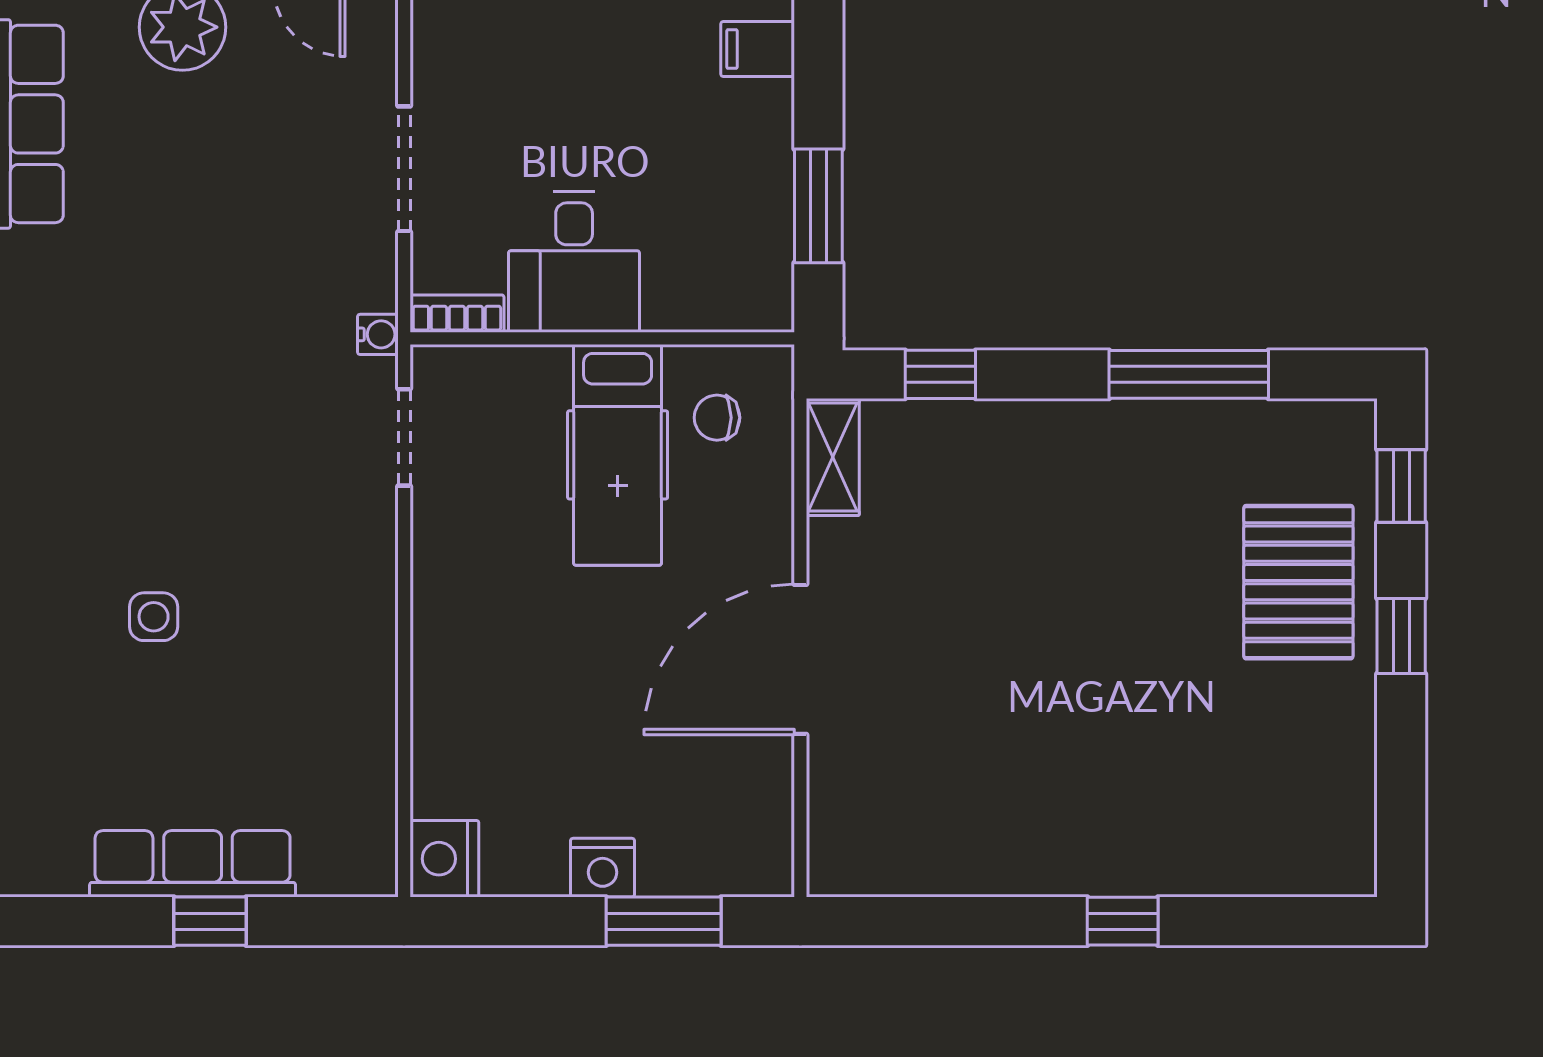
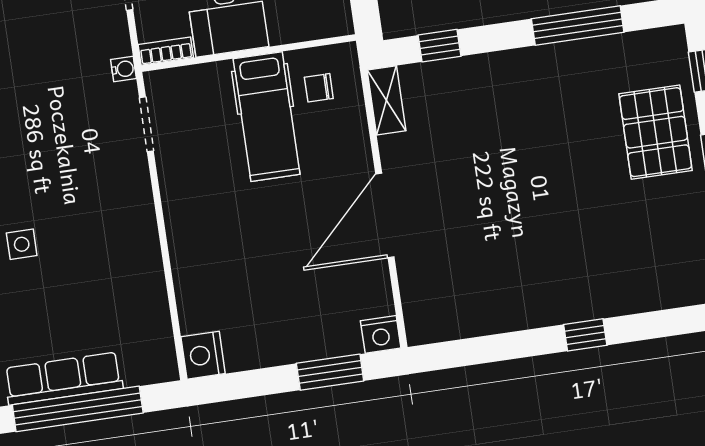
nightstand: (602, 868) -> (381, 334), moved
window: (210, 921) -> (78, 409), width x3.17

